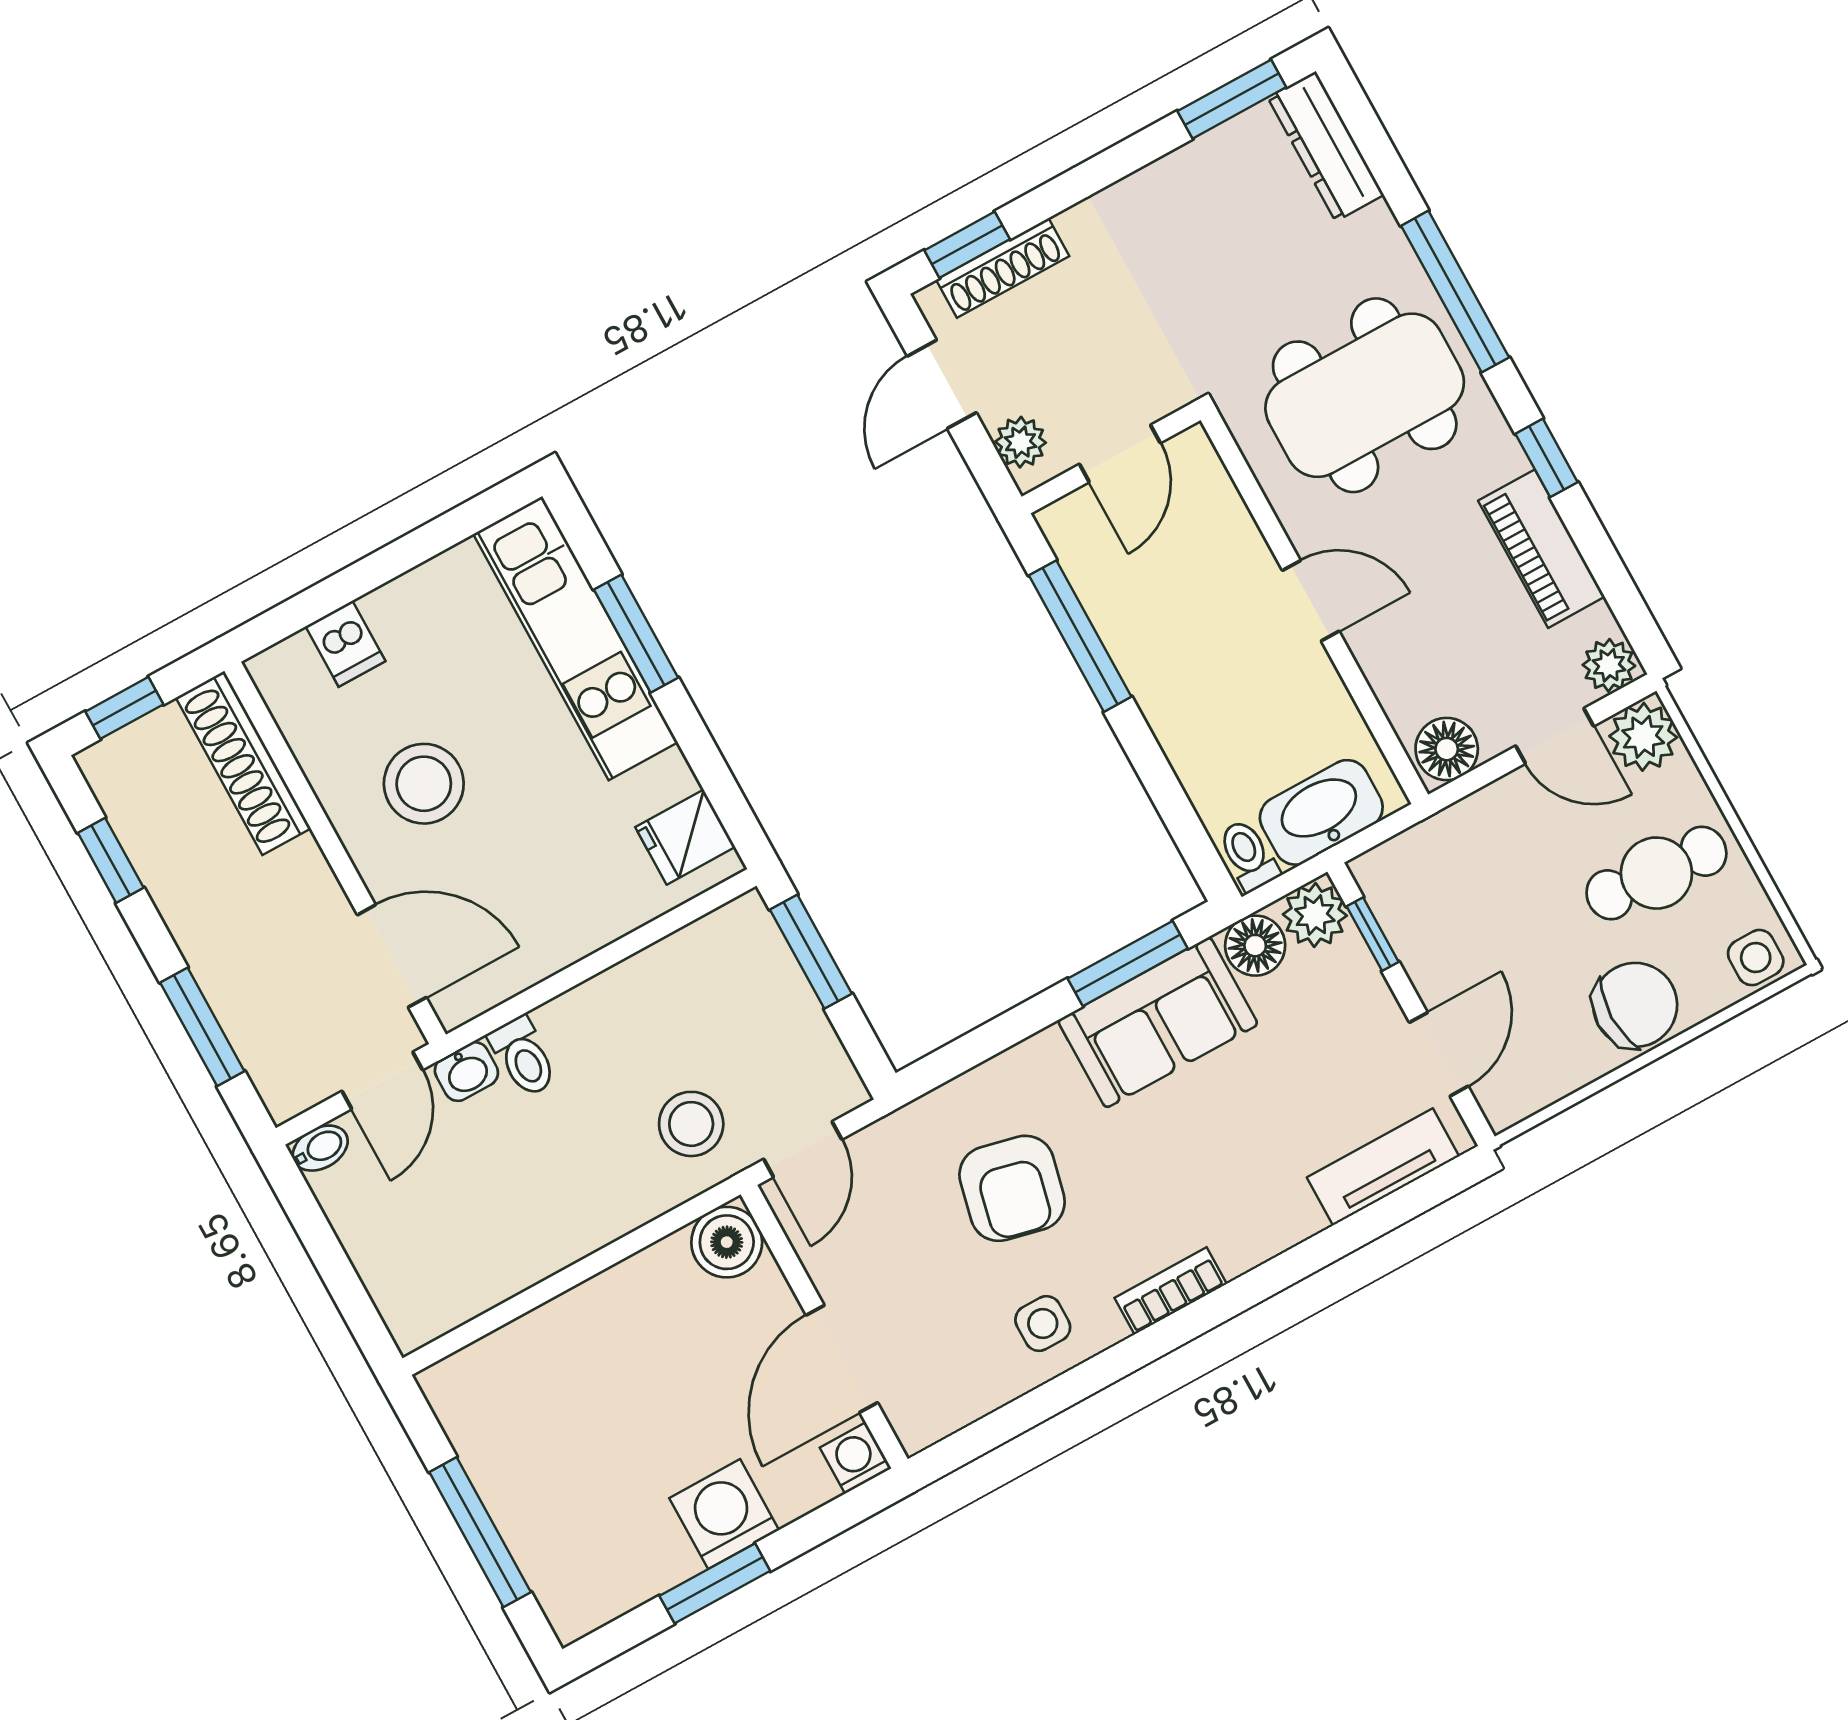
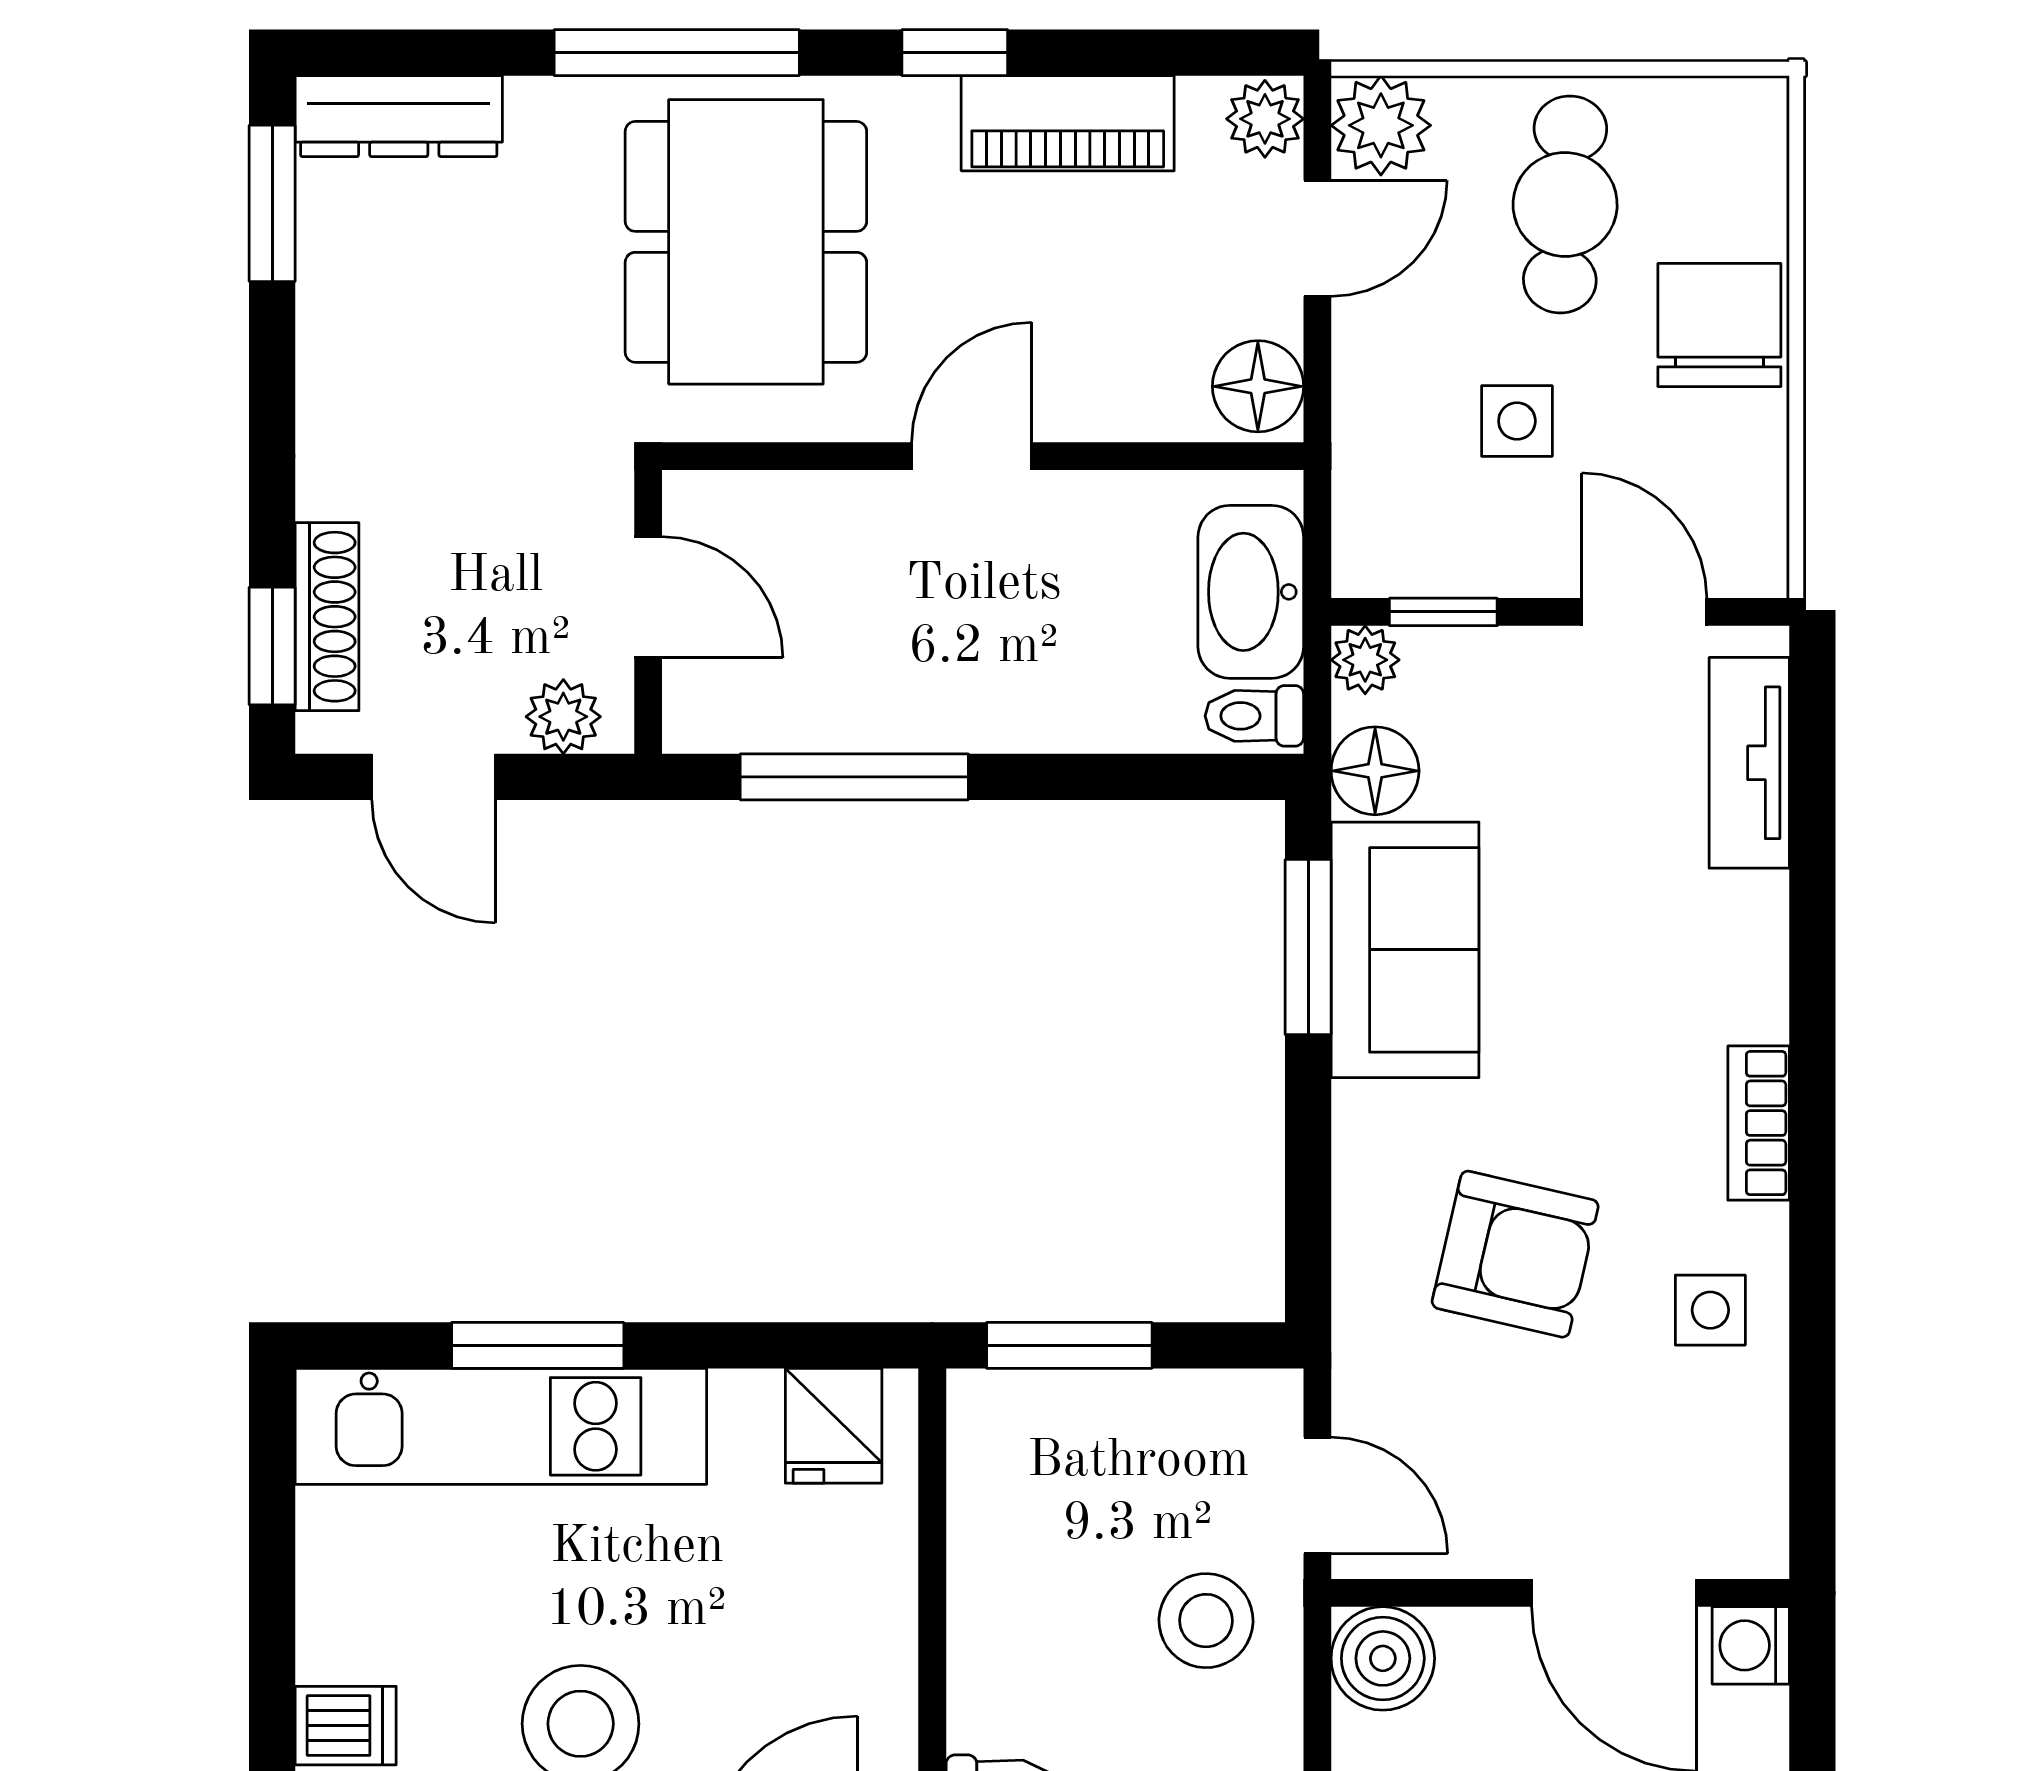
plant: (1315, 915) -> (1365, 660), width x0.73, depth x0.73
side table: (1756, 958) -> (1517, 421), moved

